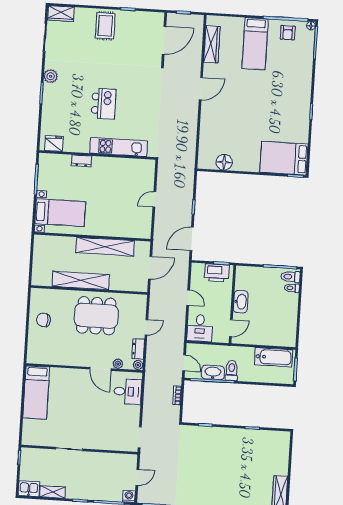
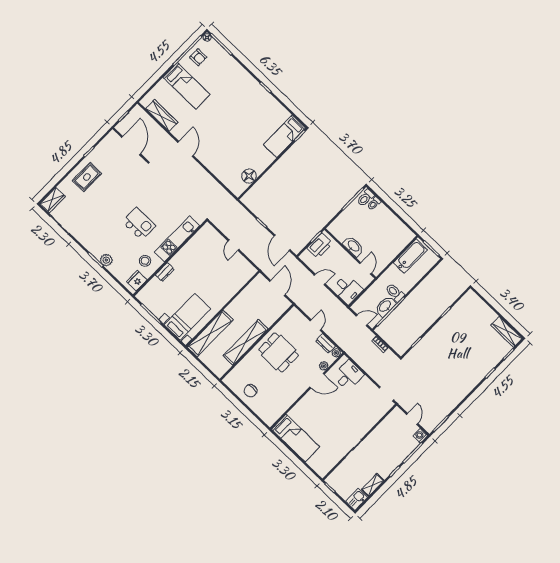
rug: (105, 26) -> (87, 177), turned 90
plant: (51, 76) -> (106, 260), moved
stool: (77, 136) -> (145, 261), added
bed: (284, 158) -> (284, 136), width x0.67
shelving: (105, 247) -> (210, 333), moved
dining table: (96, 316) -> (279, 352), width x0.73

